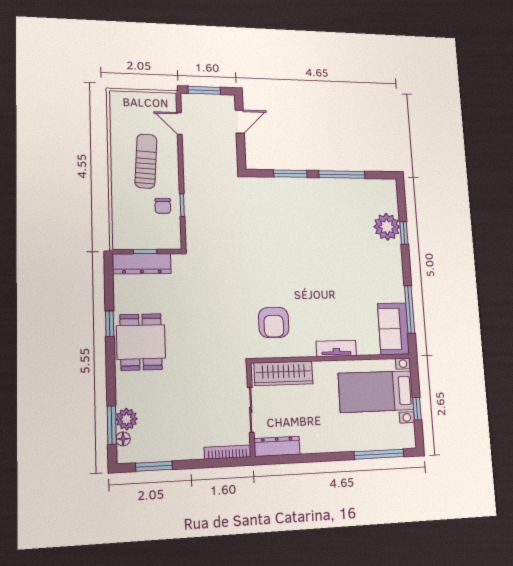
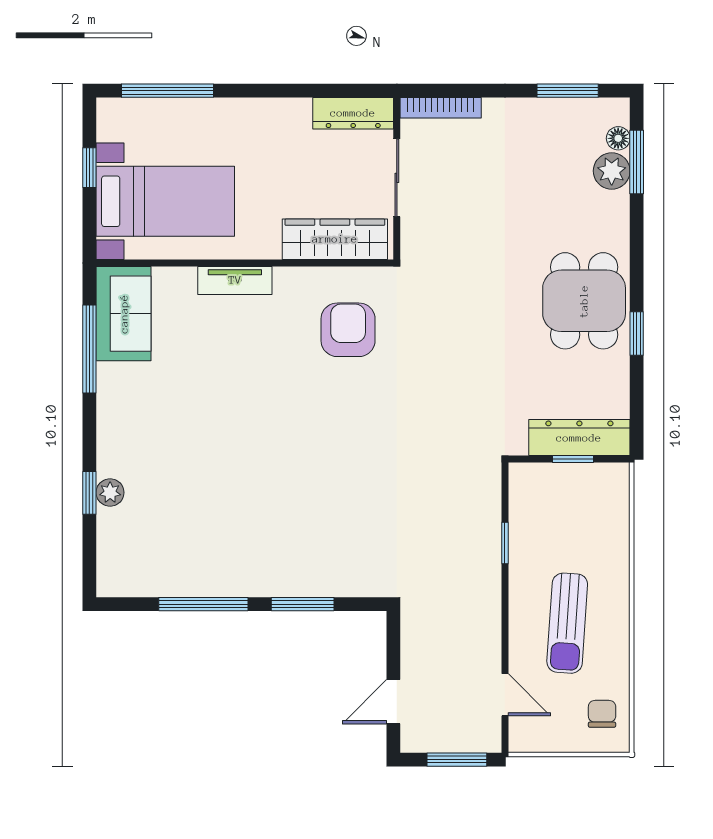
chair: (163, 206) -> (602, 714), moved
plant: (387, 227) -> (110, 493), width x0.53, depth x0.53

